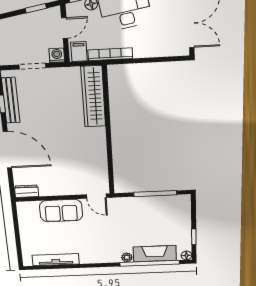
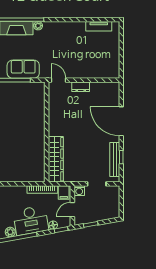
dresser: (27, 191) -> (81, 87), moved
sofa: (61, 211) -> (23, 69), moved
tv unit: (56, 260) -> (99, 26), width x0.71

